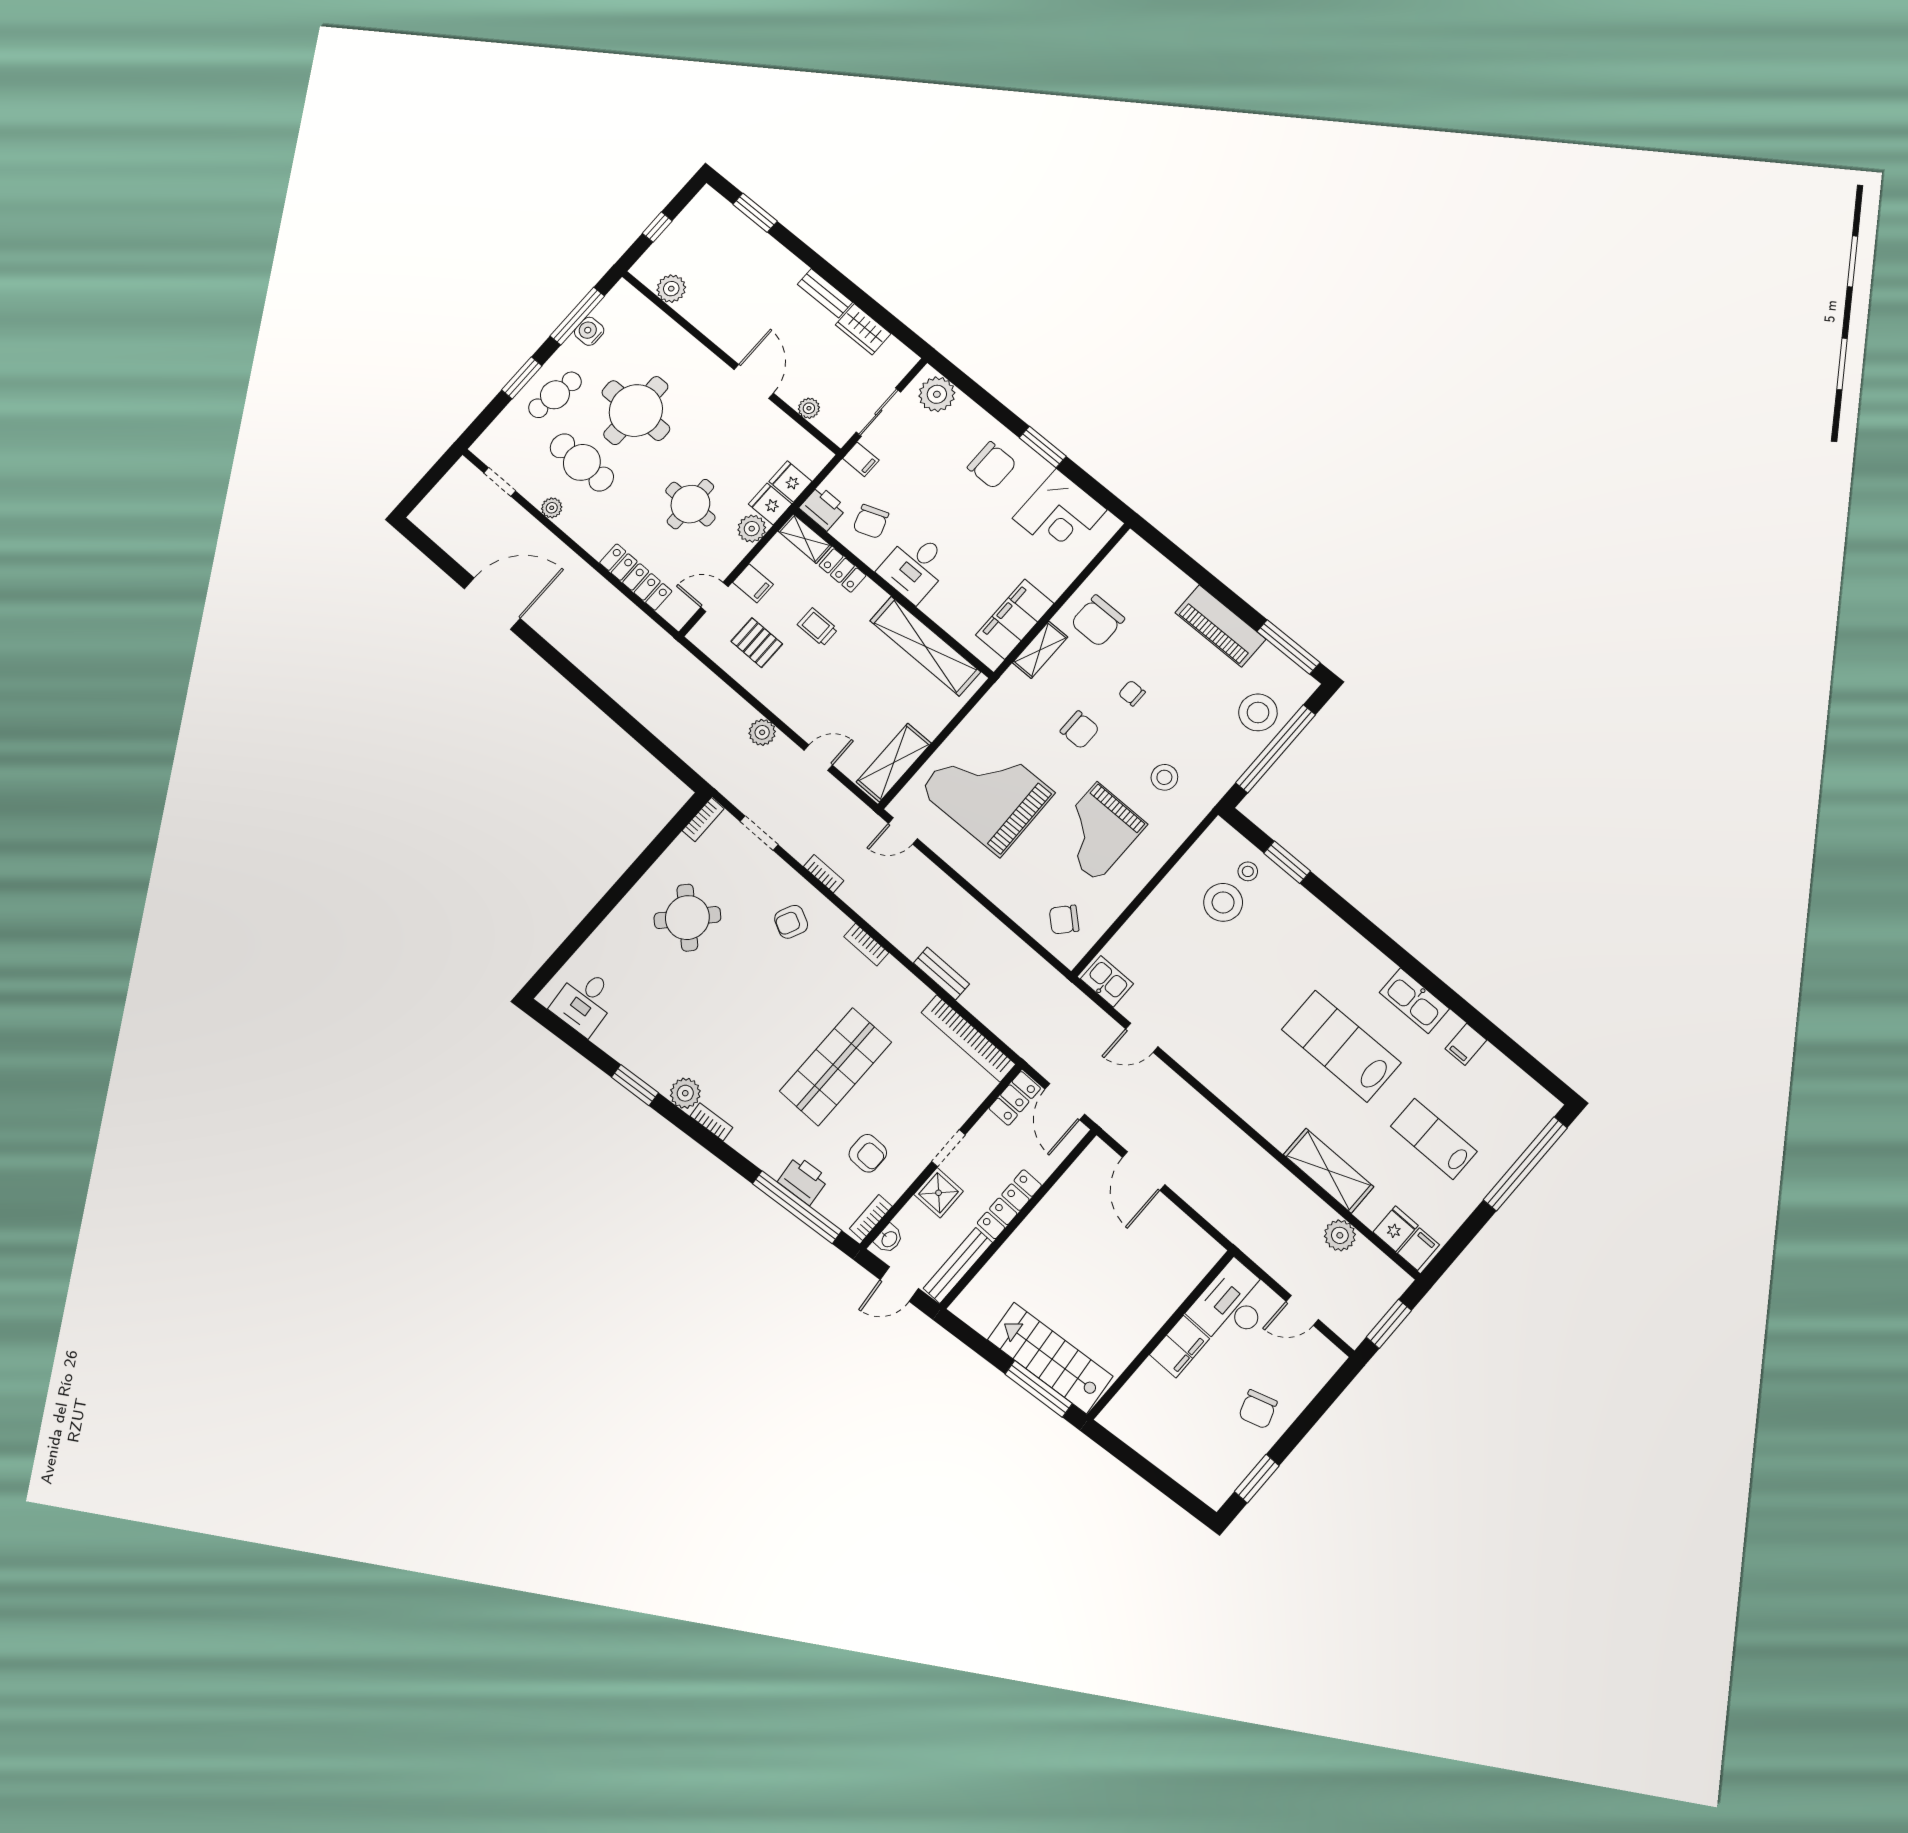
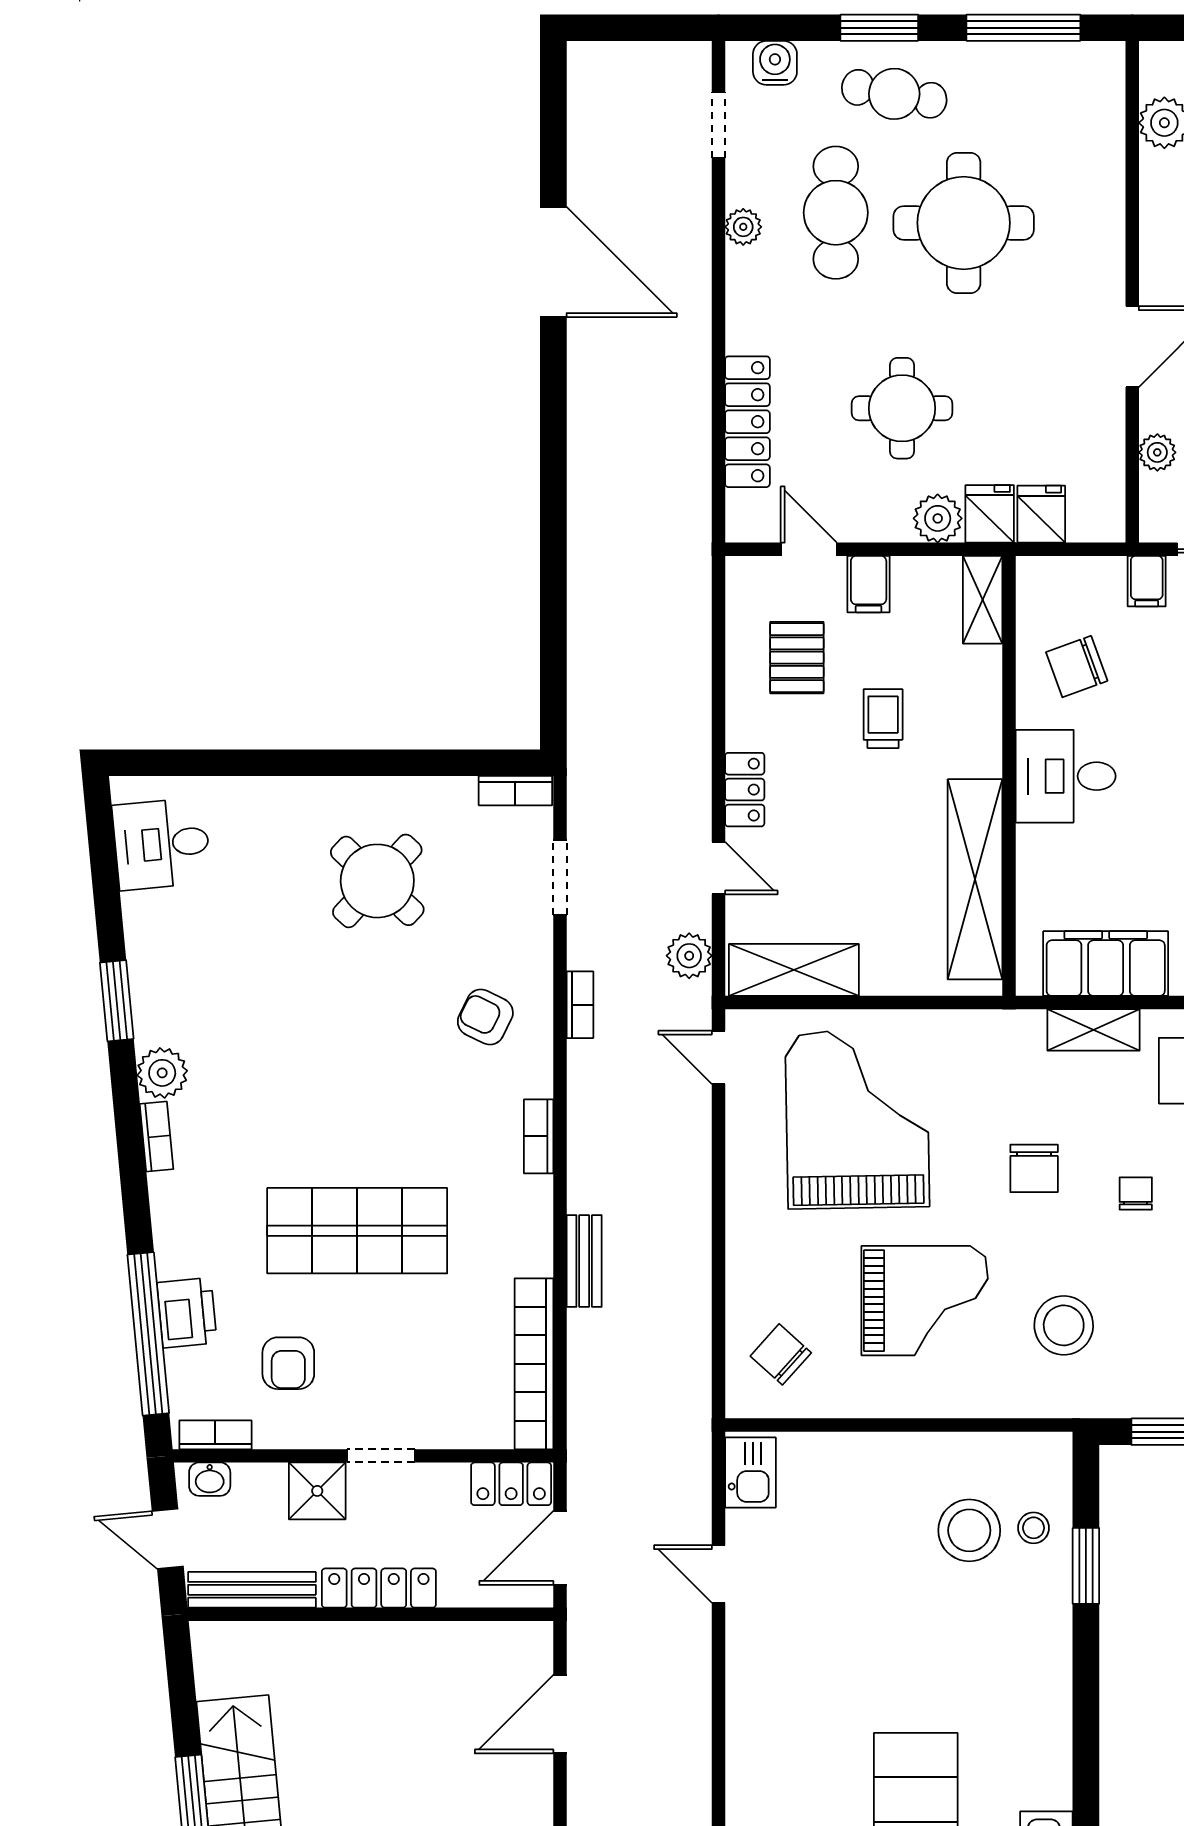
water cooler: (589, 331) -> (775, 63), moved
printer: (823, 508) -> (1042, 588), removed
locker: (842, 570) -> (745, 790), moved, turned 180
plant: (762, 732) -> (689, 956), moved
stool: (1164, 777) -> (1064, 1325), width x1.38, depth x1.38
grand piano: (1097, 832) -> (925, 1301), turned 180

